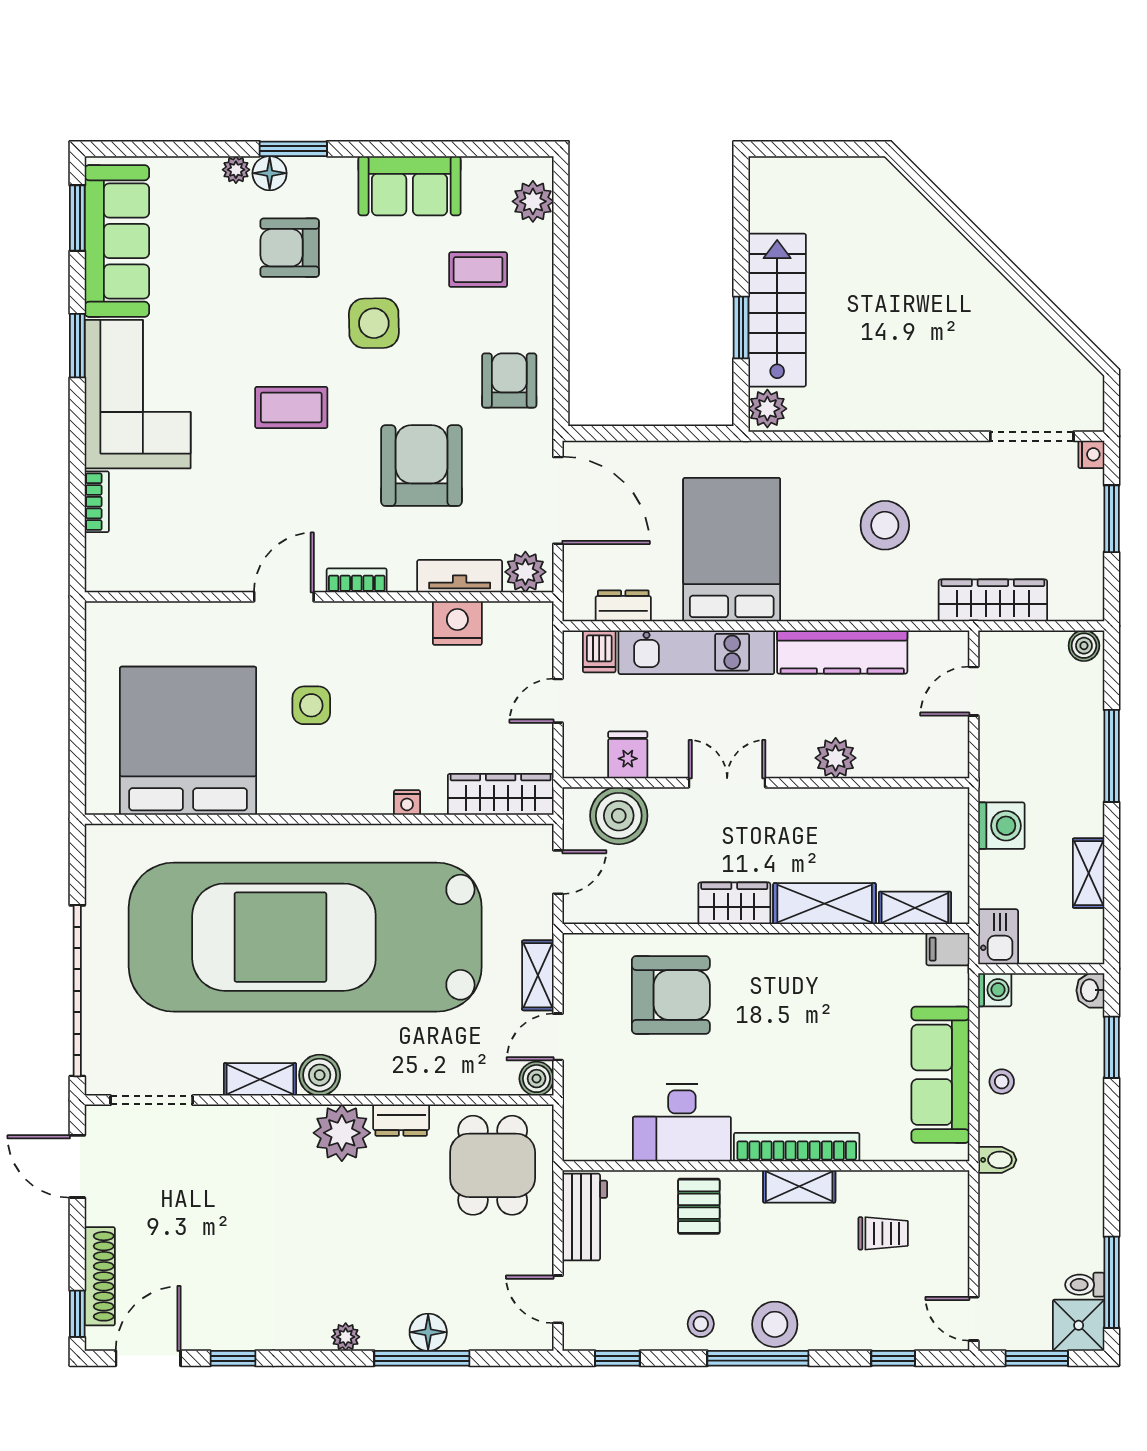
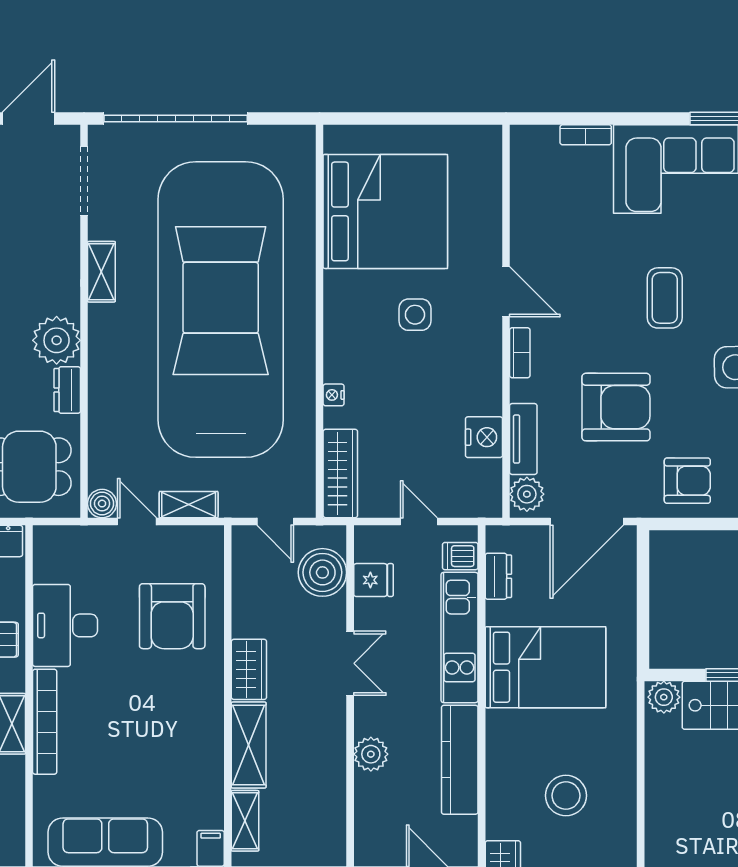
boiler: (320, 1075) -> (105, 322), removed

